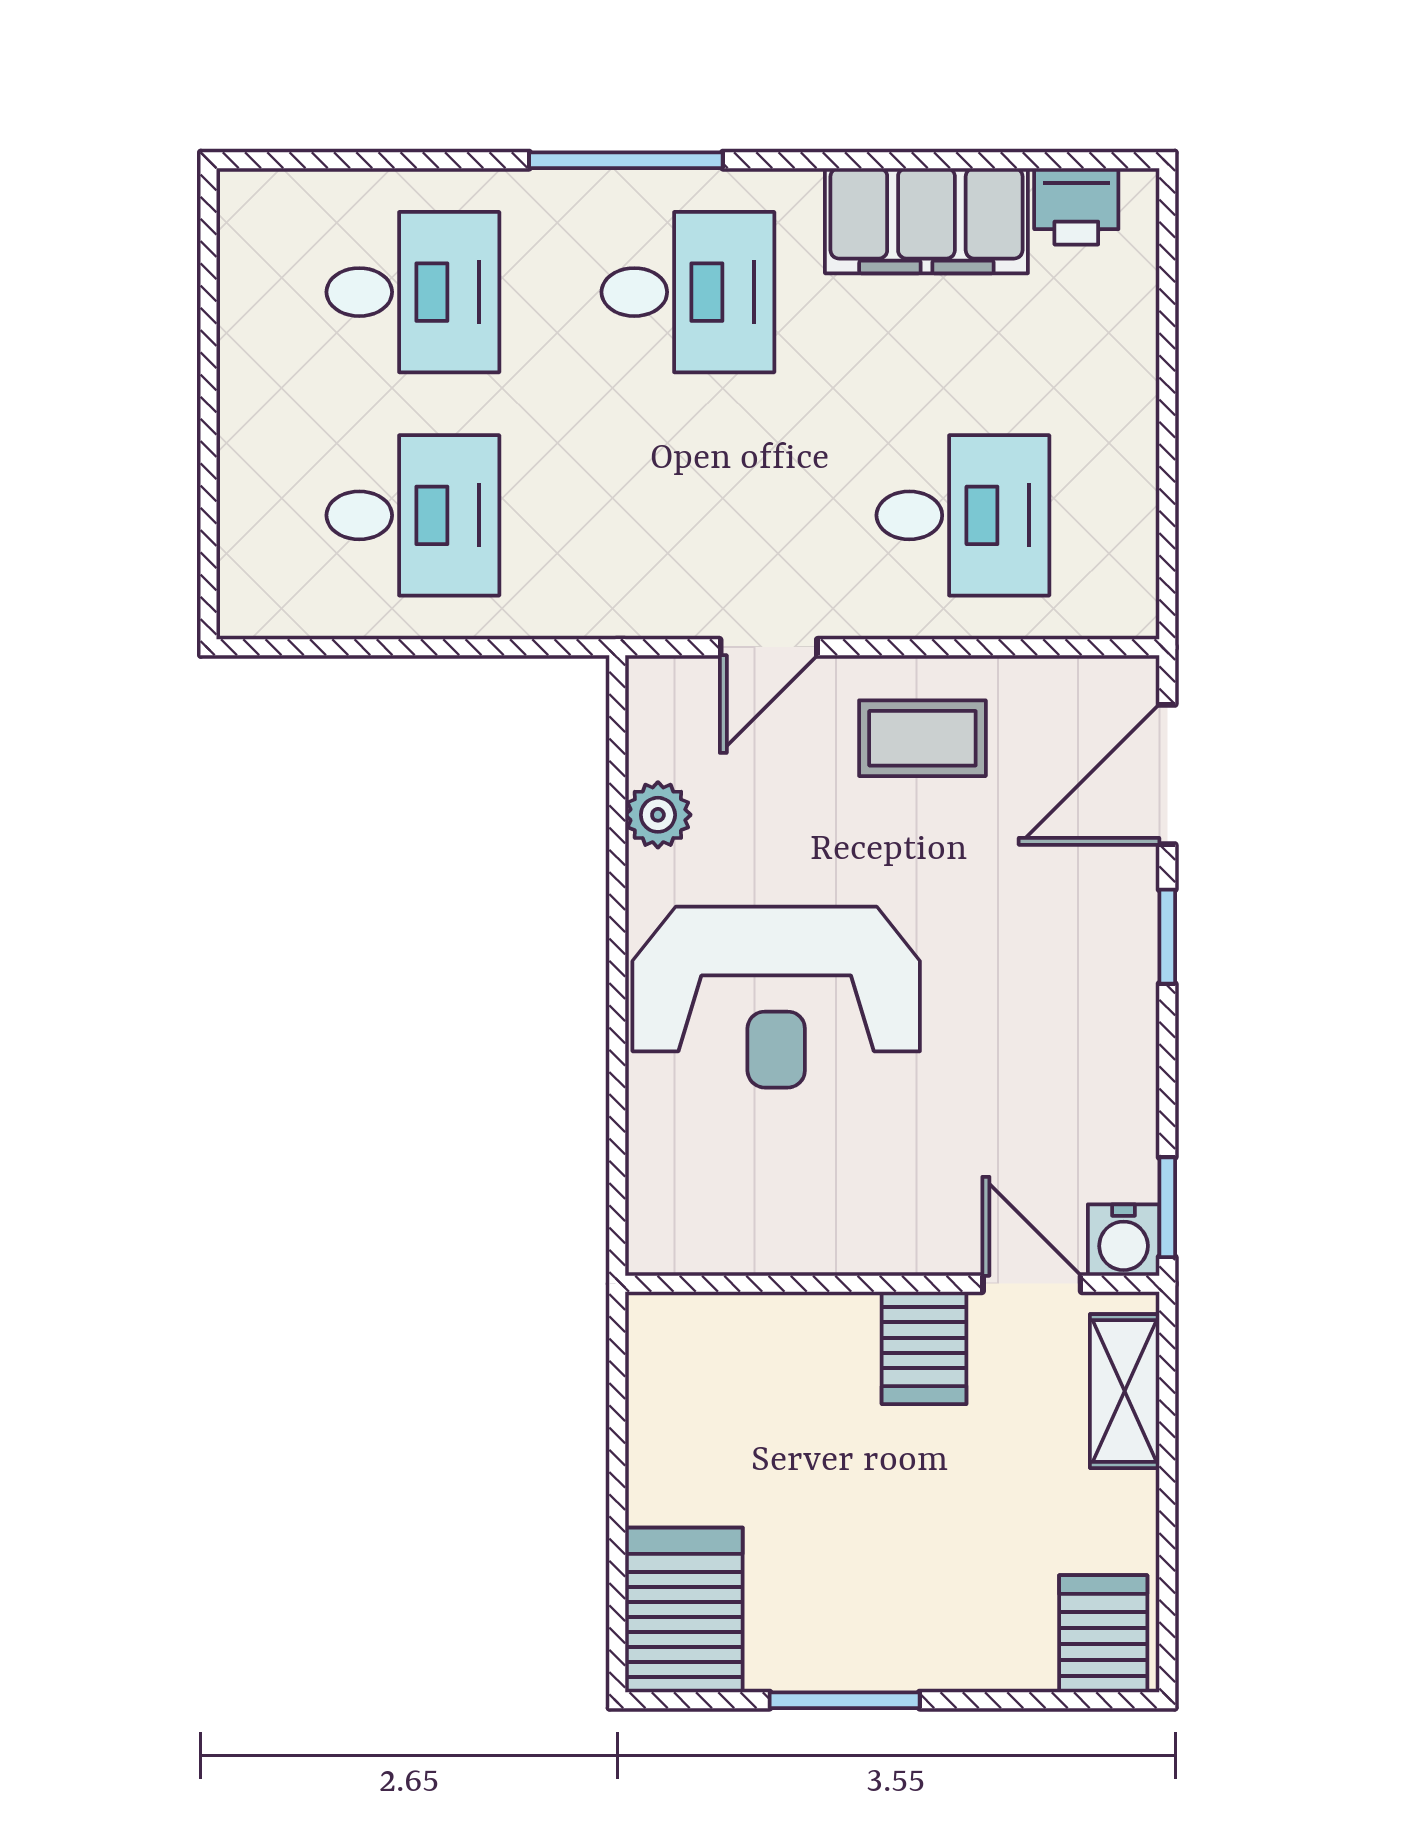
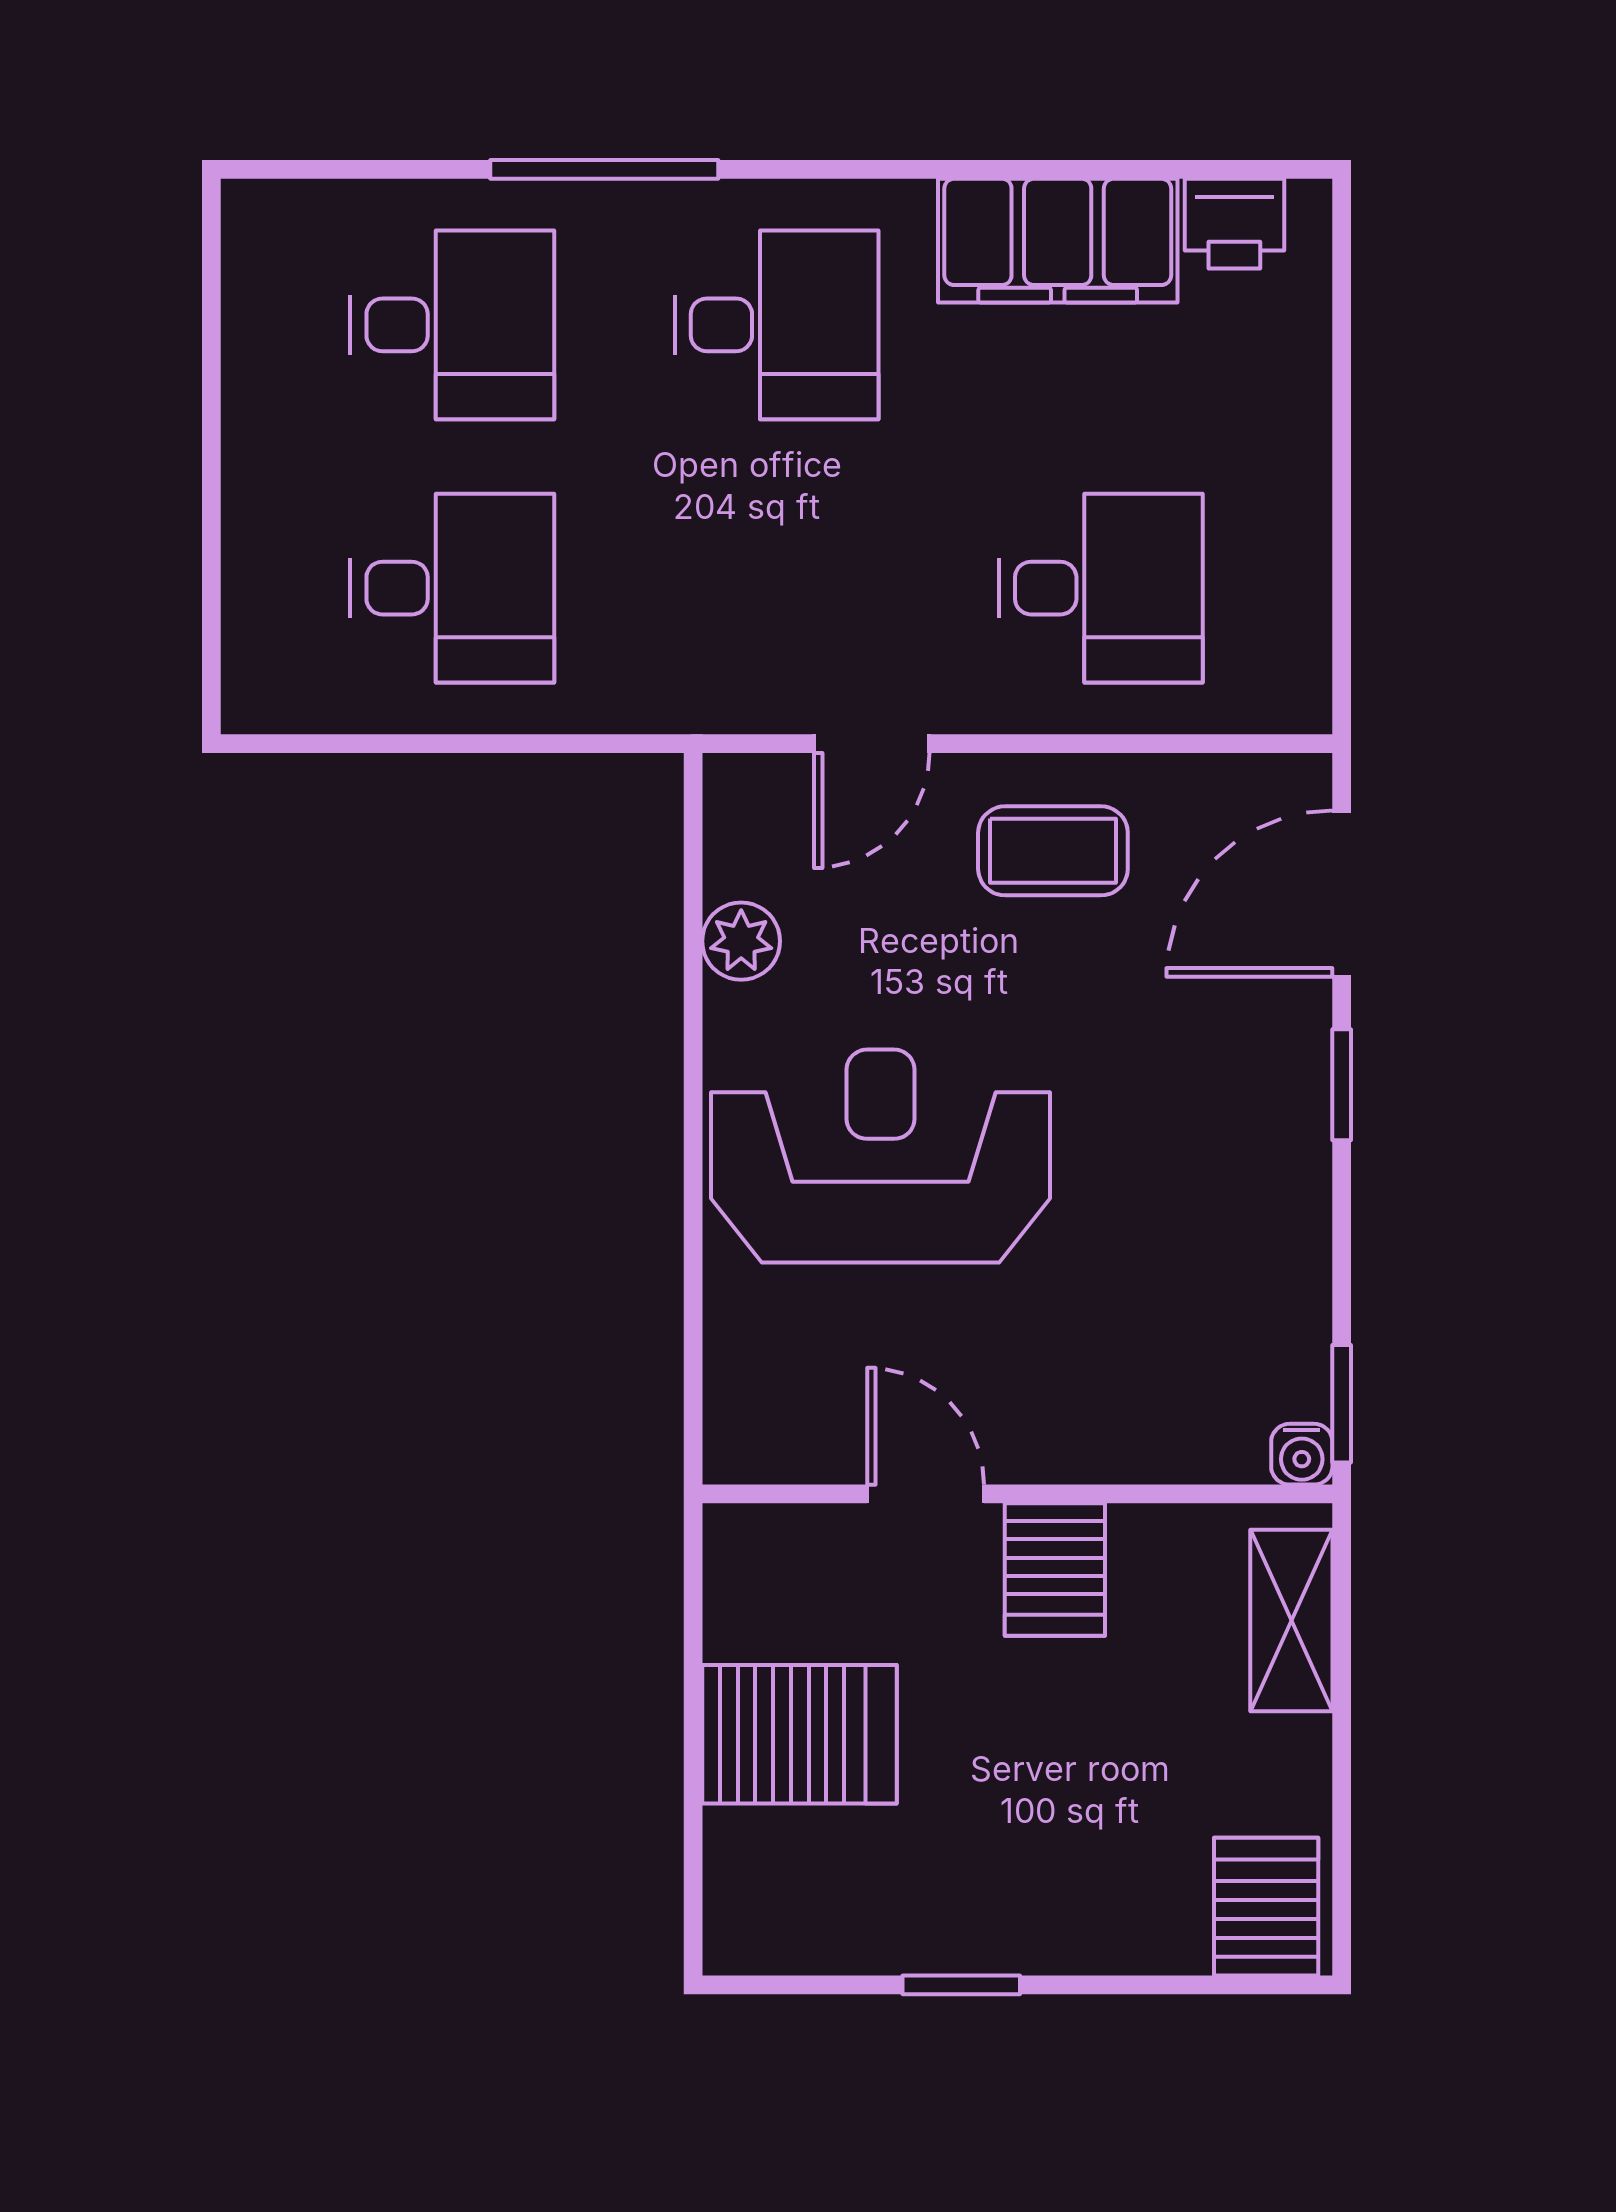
window: (626, 160) -> (604, 169), moved
reception desk: (776, 997) -> (881, 1156), turned 180
water cooler: (1124, 1240) -> (1302, 1454), width x0.72, depth x0.72
door: (1032, 1284) -> (926, 1494), moved
server rack: (684, 1610) -> (799, 1734), moved, turned 90
window: (845, 1700) -> (961, 1985), width x0.67

